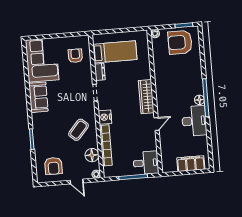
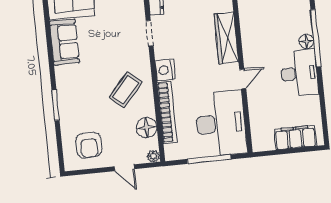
desk: (146, 163) -> (221, 123), width x1.87, depth x1.30

